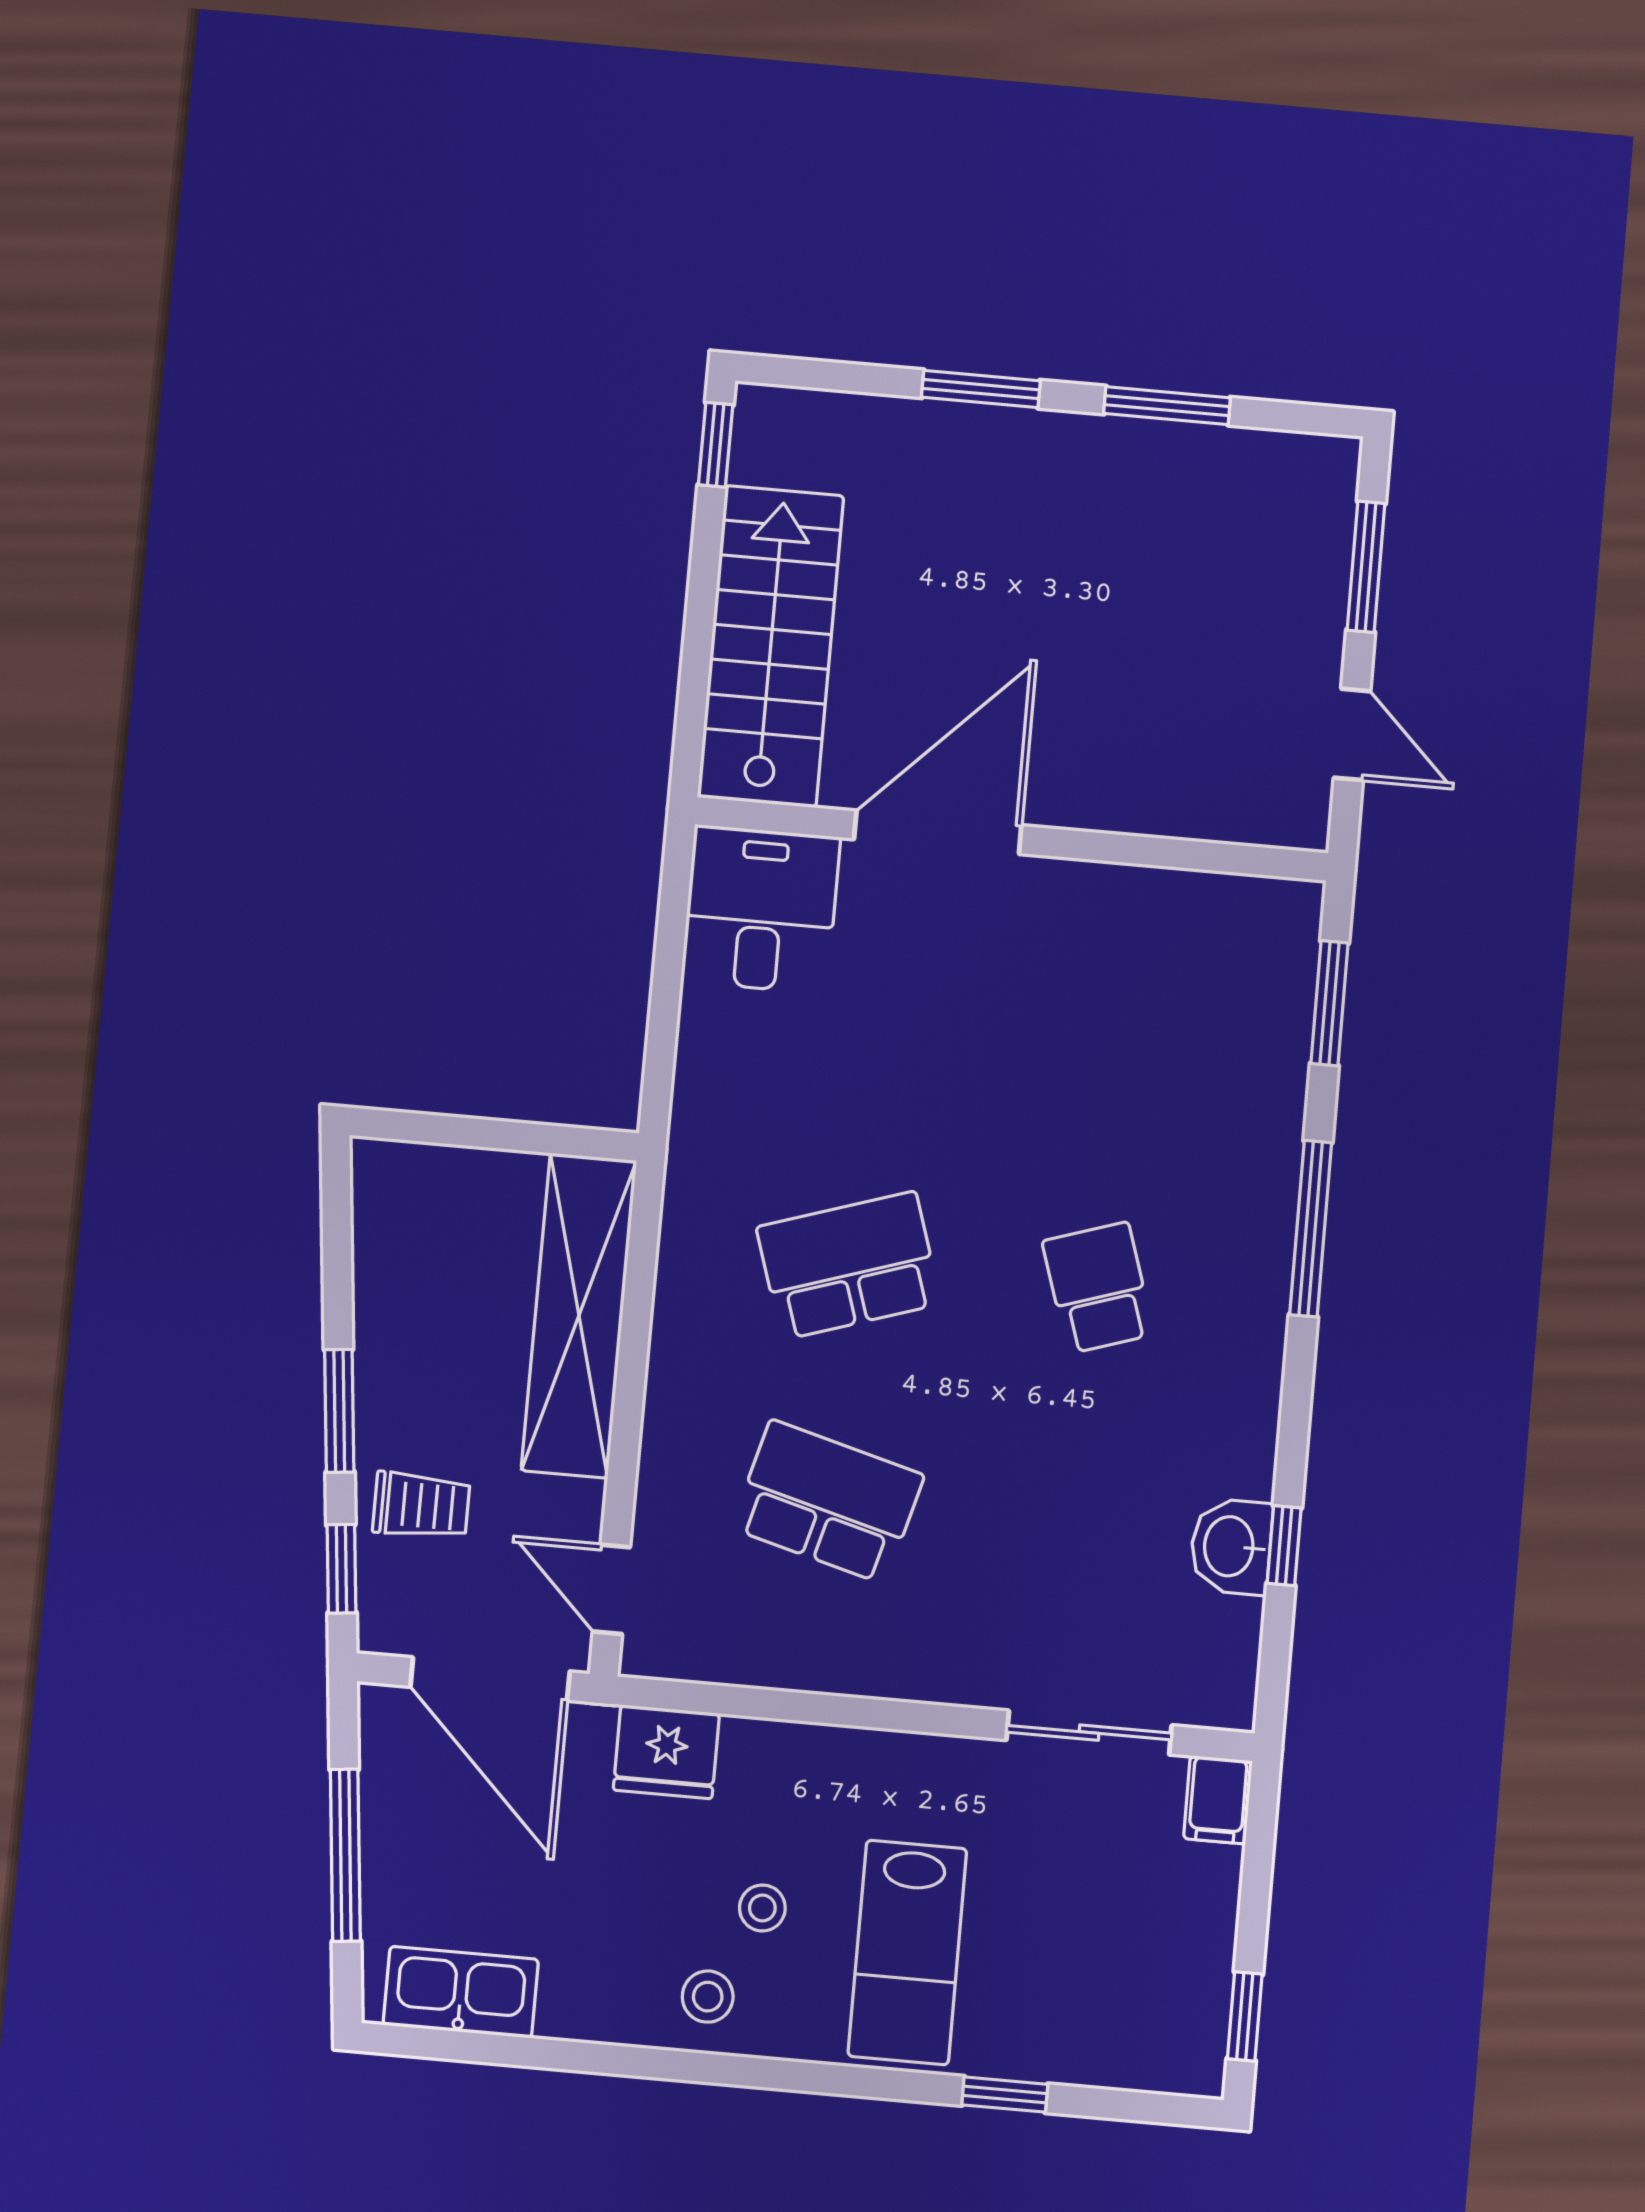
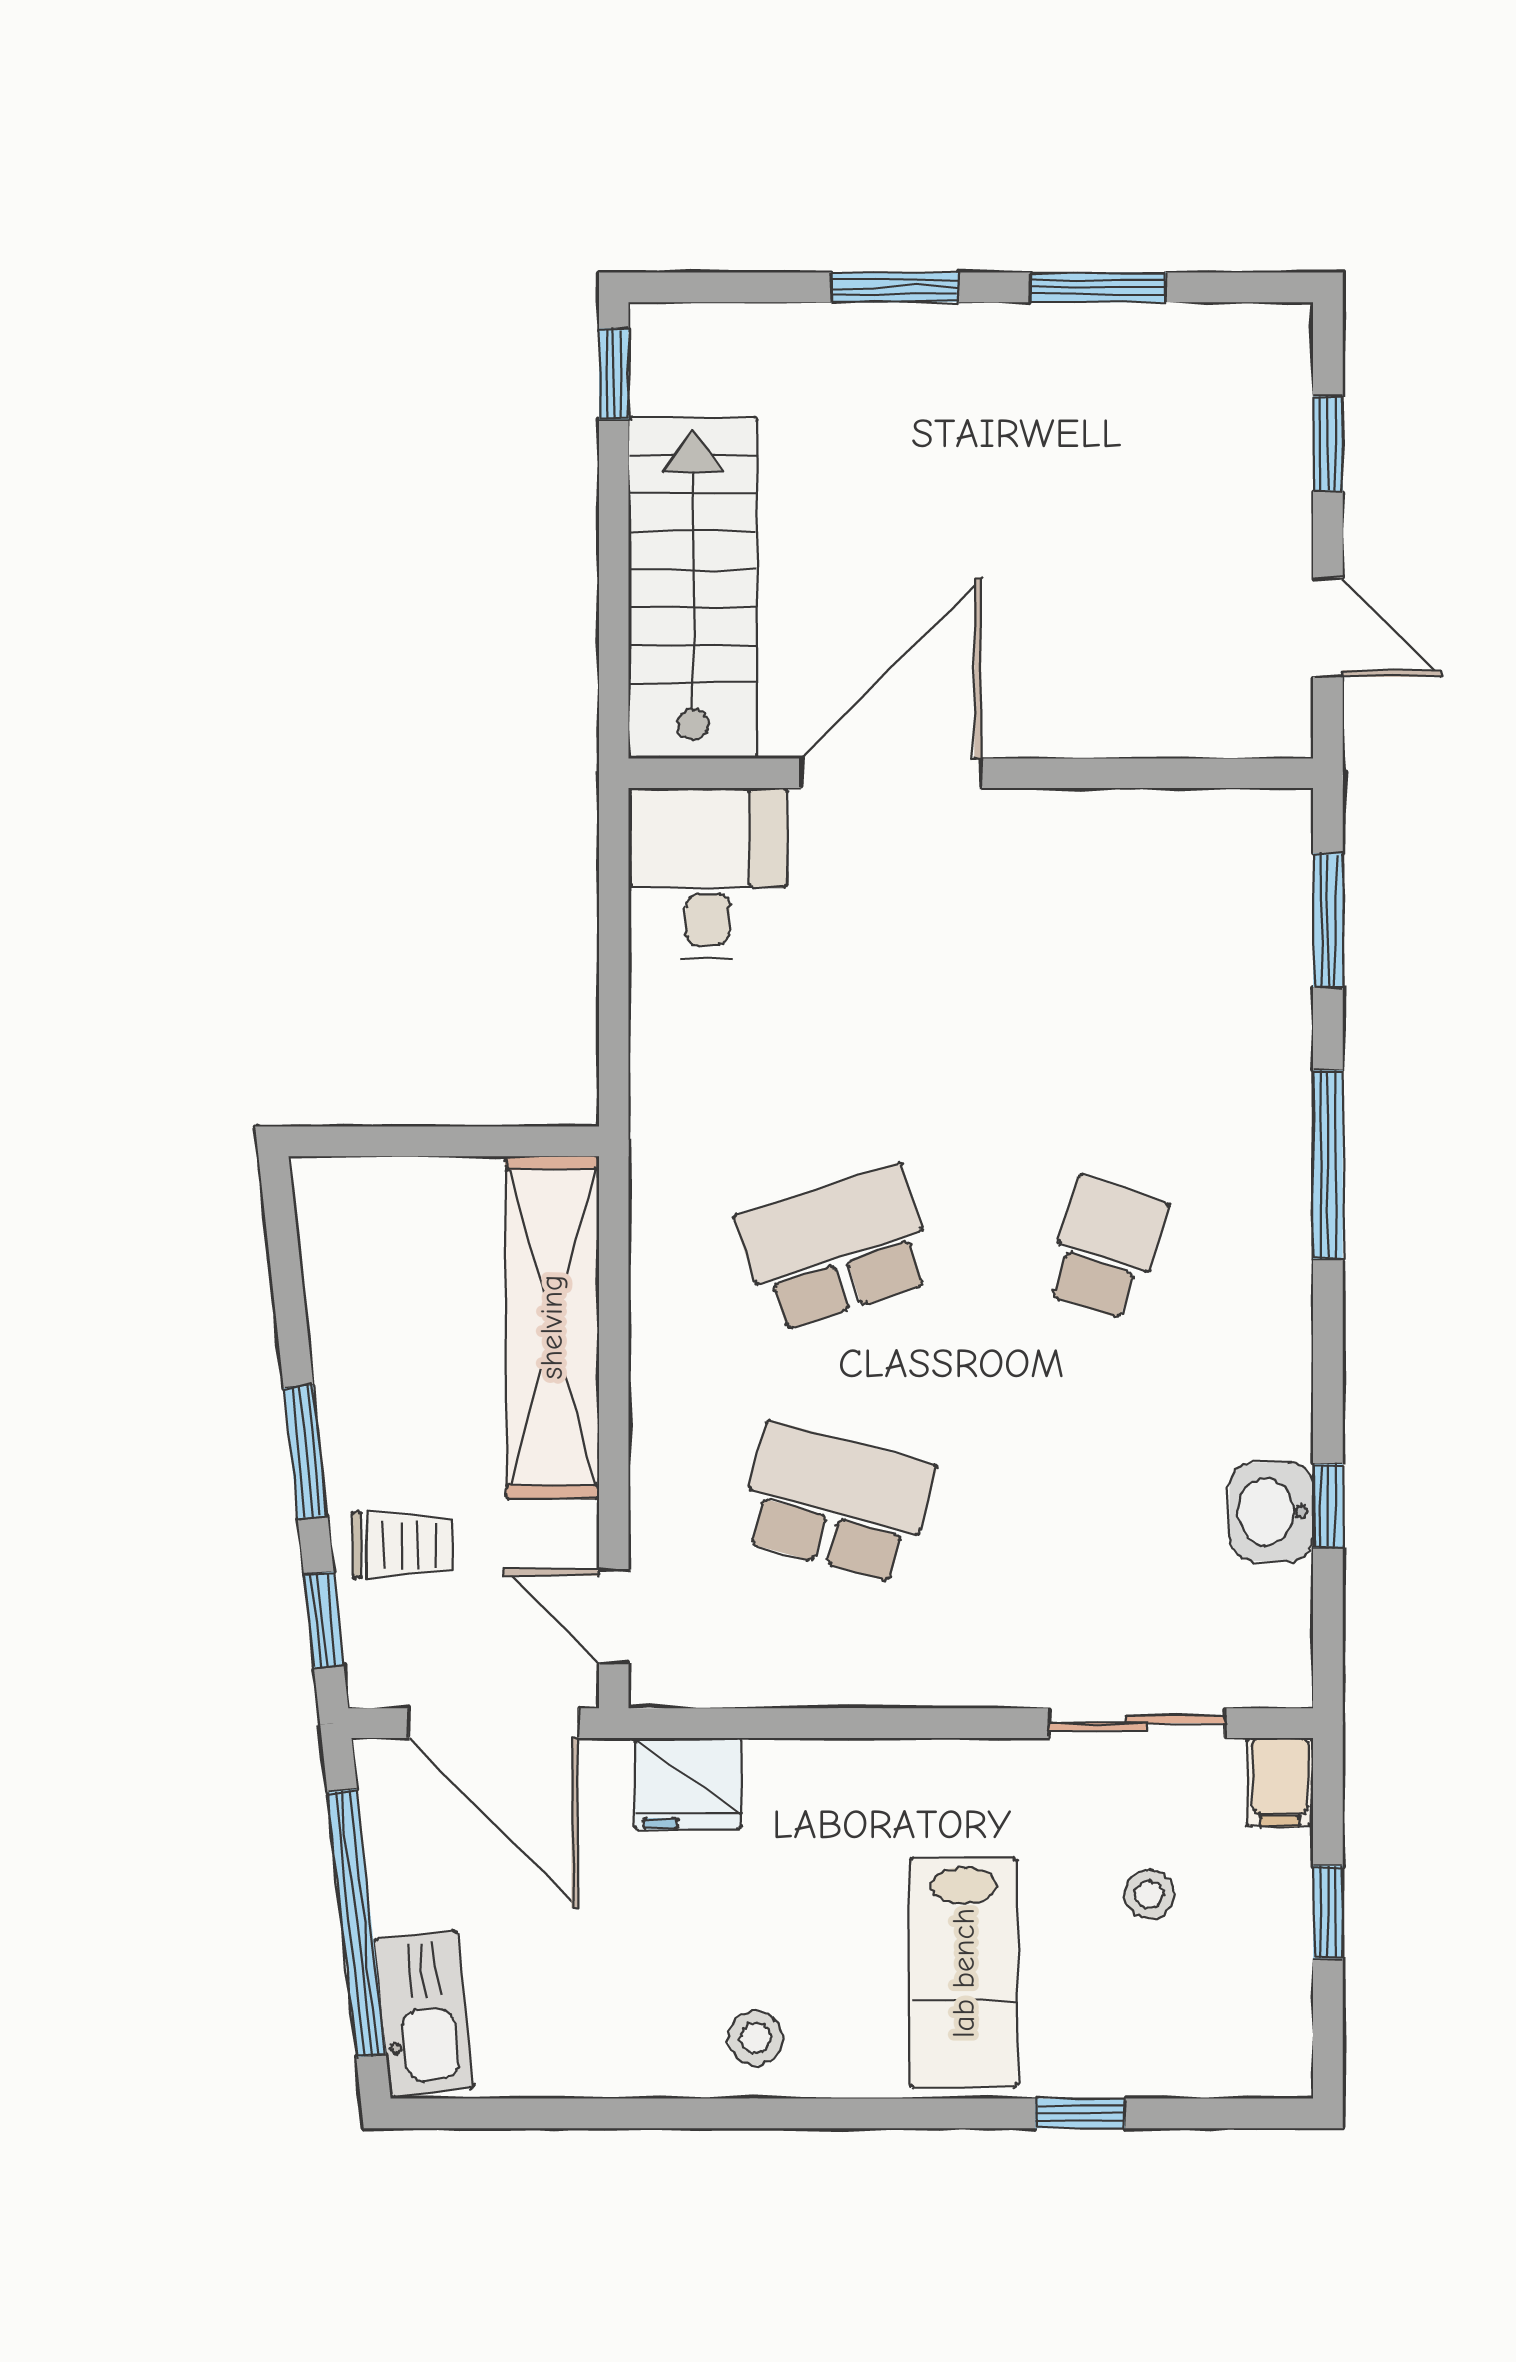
window: (1366, 567) -> (1328, 444), width x0.67
school desk: (1098, 1288) -> (1105, 1248), turned 36
window: (345, 1855) -> (357, 1923), width x1.46
stool: (762, 1908) -> (1149, 1894), moved
kitchen sink: (461, 1992) -> (423, 2014), moved, turned 84
window: (1245, 2016) -> (1328, 1912), moved

